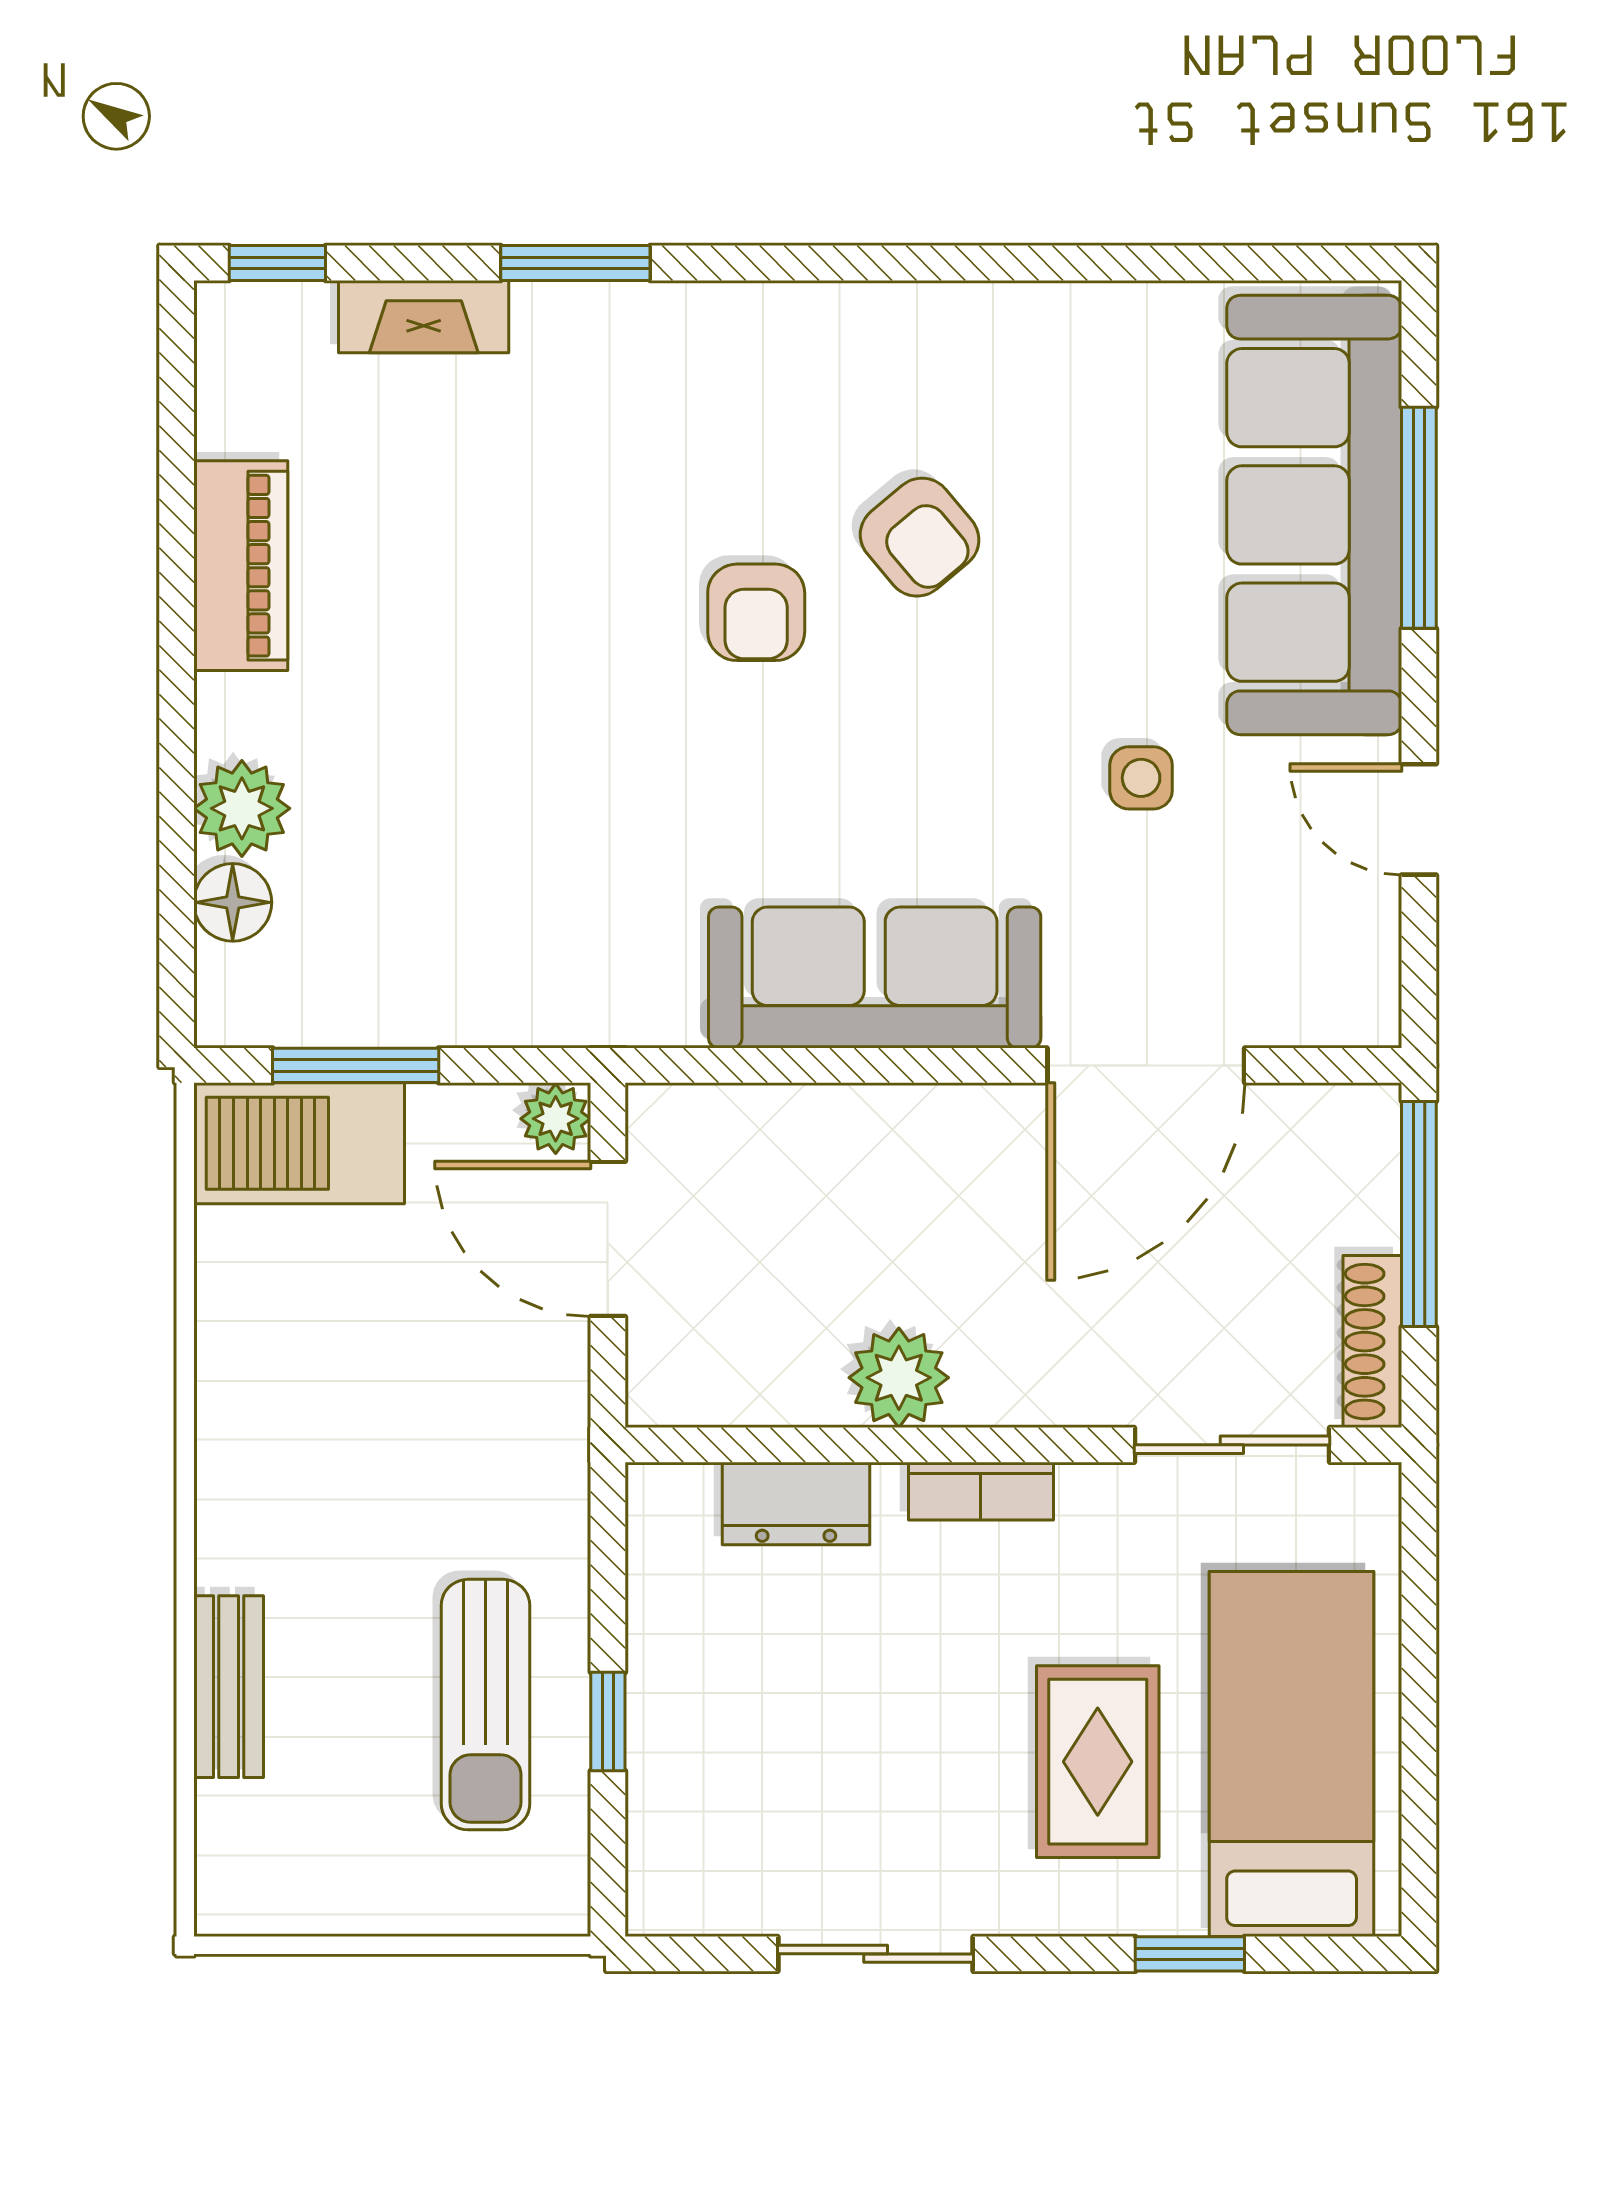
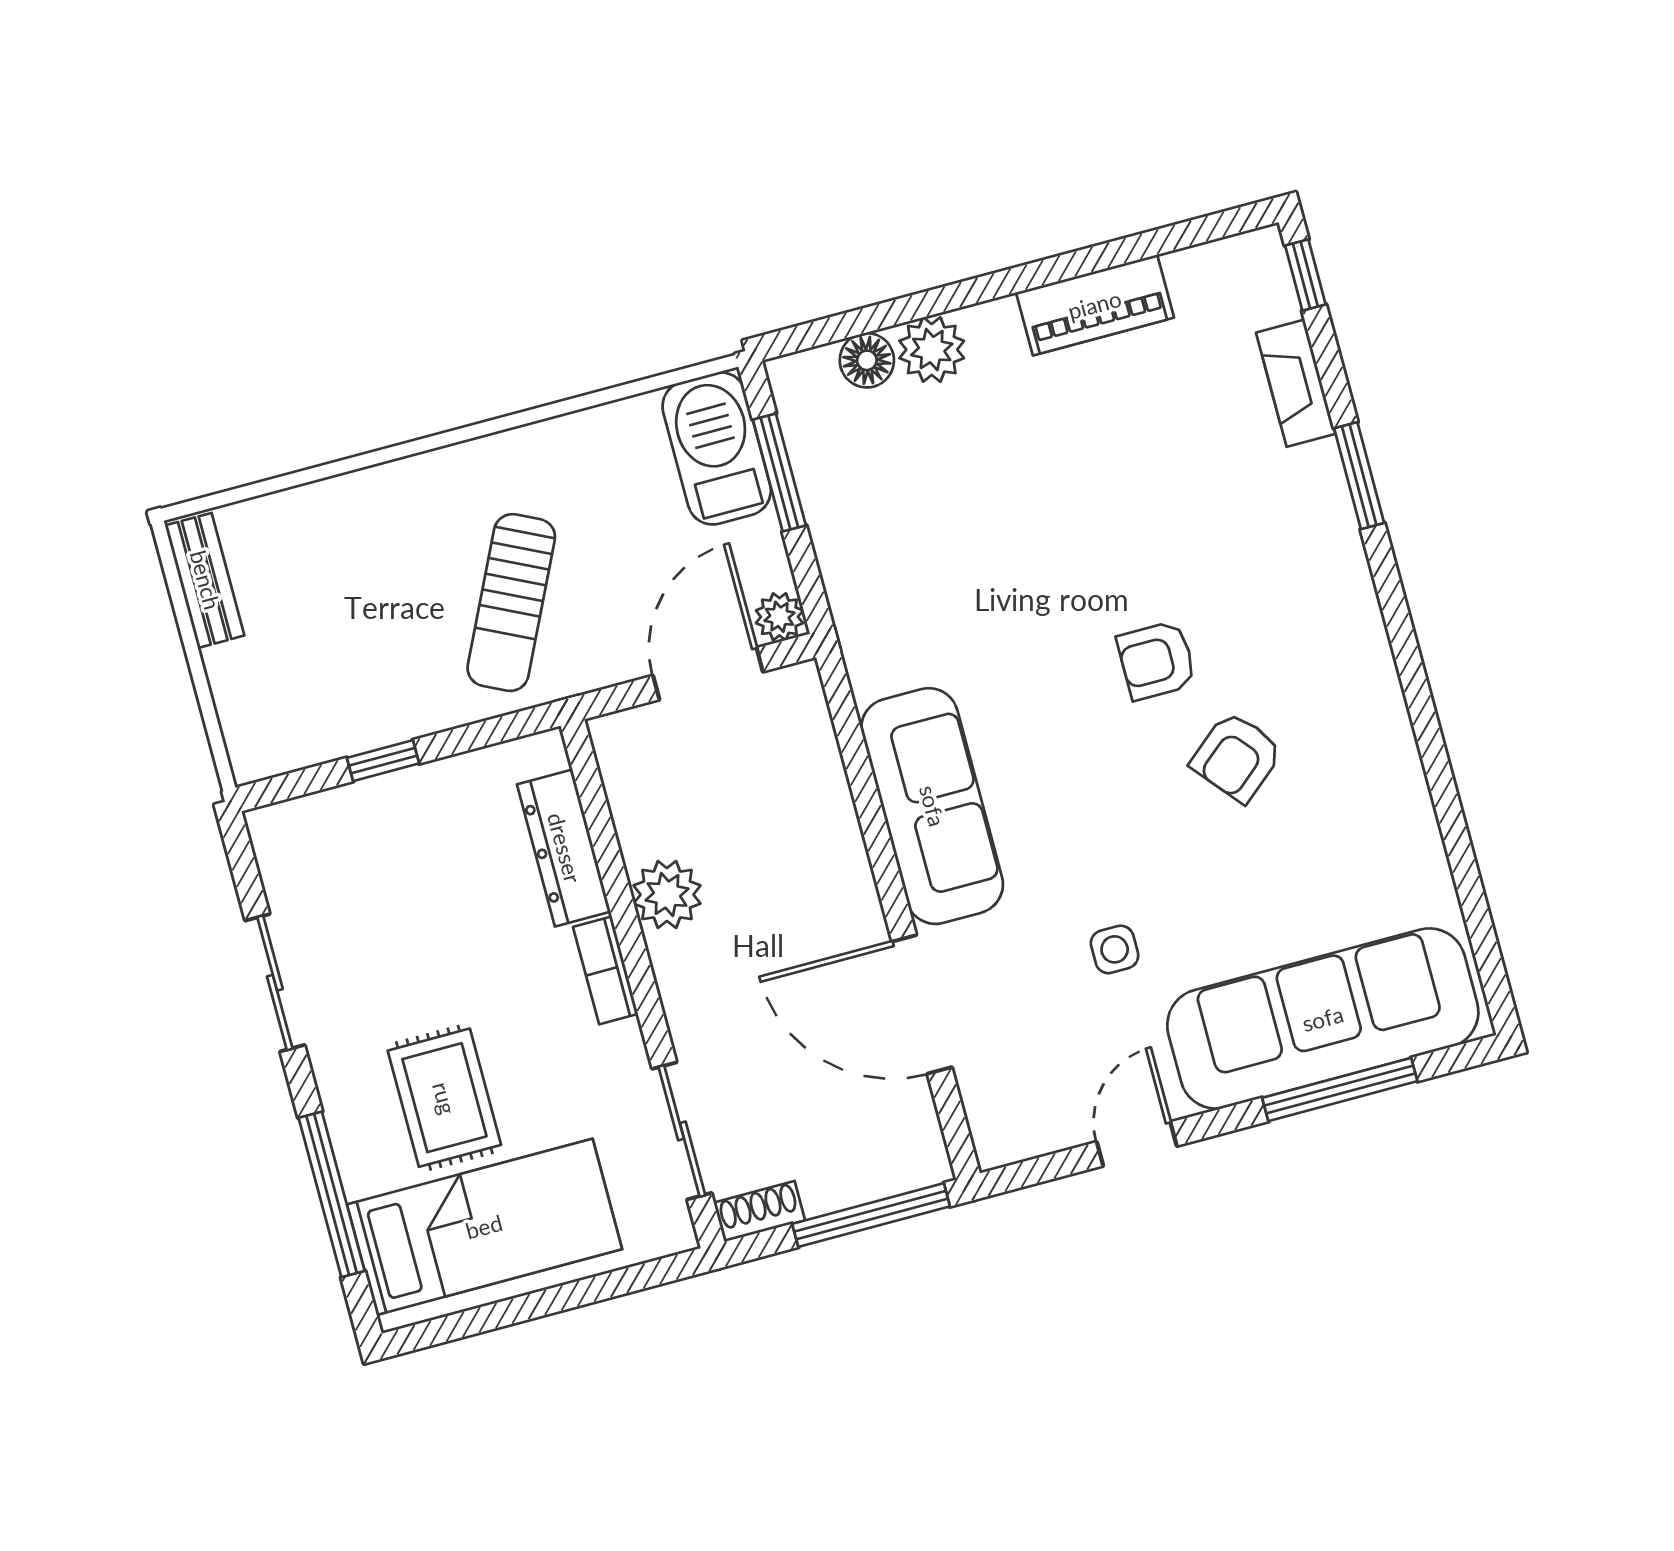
shoe rack: (1372, 1342) -> (759, 1211), width x0.70
dresser: (796, 1503) -> (564, 848), width x1.44
bench: (229, 1687) -> (205, 580), moved, turned 90
sun lounger: (485, 1705) -> (511, 603), moved, turned -64
rug: (1098, 1762) -> (444, 1098), turned 90
window: (1190, 1954) -> (332, 1194), width x2.17

